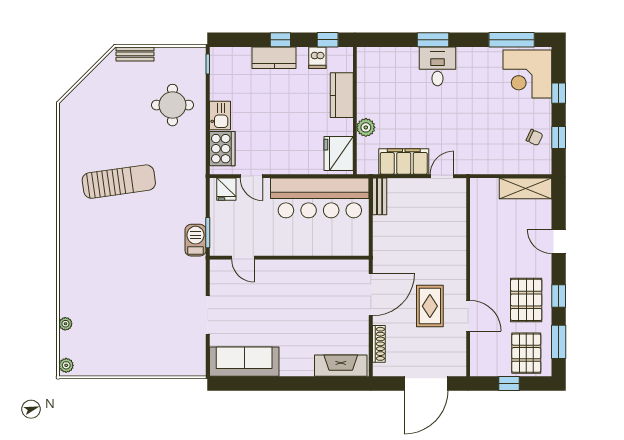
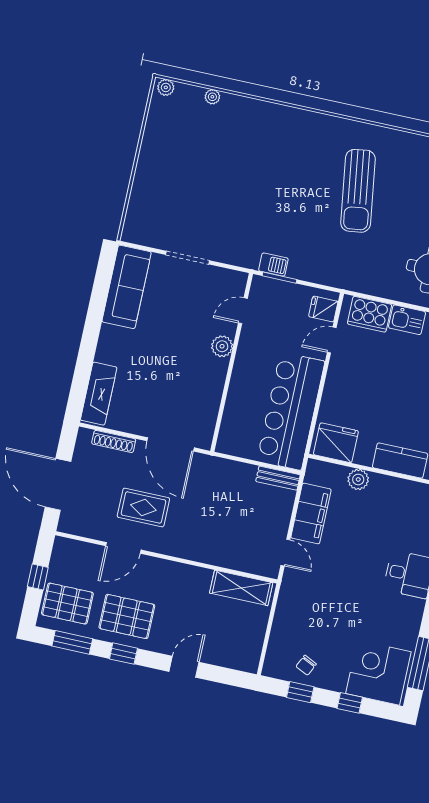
shelving: (525, 188) -> (241, 588), moved, turned 90
barbecue: (196, 240) -> (273, 265), width x0.73, depth x0.79
plant: (277, 269) -> (222, 346), added

